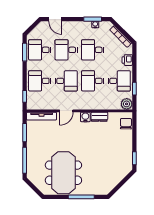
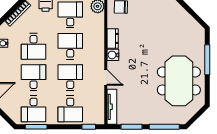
desk: (66, 50) -> (34, 78), turned 180
desk: (93, 81) -> (70, 46), turned 180
meeting table: (63, 173) -> (179, 81), turned 90

